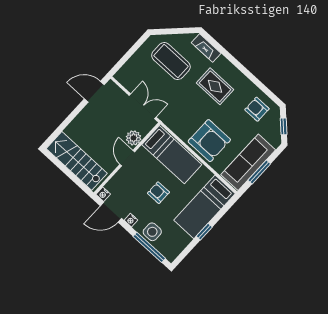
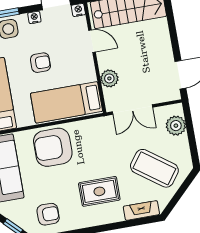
coffee table: (171, 61) -> (154, 168), turned 36
plant: (131, 69) -> (176, 126), added
door: (127, 158) -> (92, 41), moved

